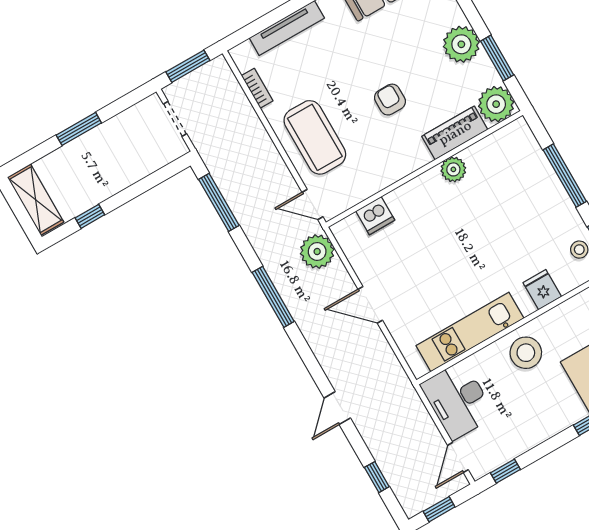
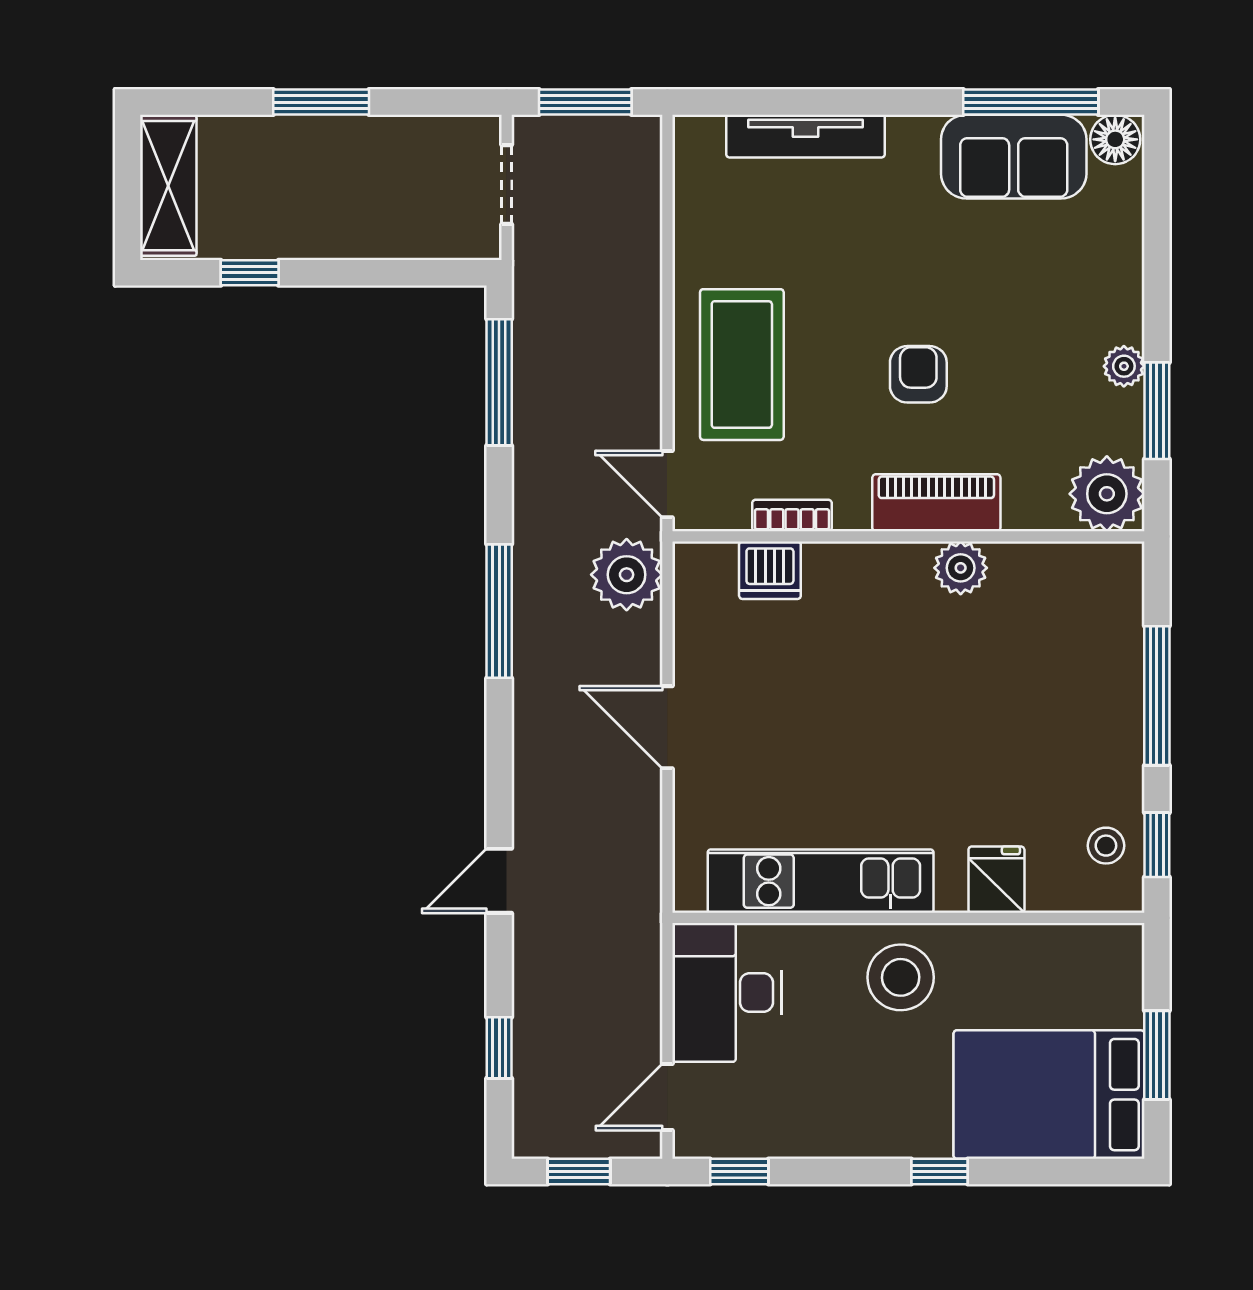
plant: (461, 44) -> (1124, 366), width x0.53, depth x0.53
bookcase: (257, 88) -> (792, 515), moved, turned -90
piano: (455, 133) -> (936, 503), moved

